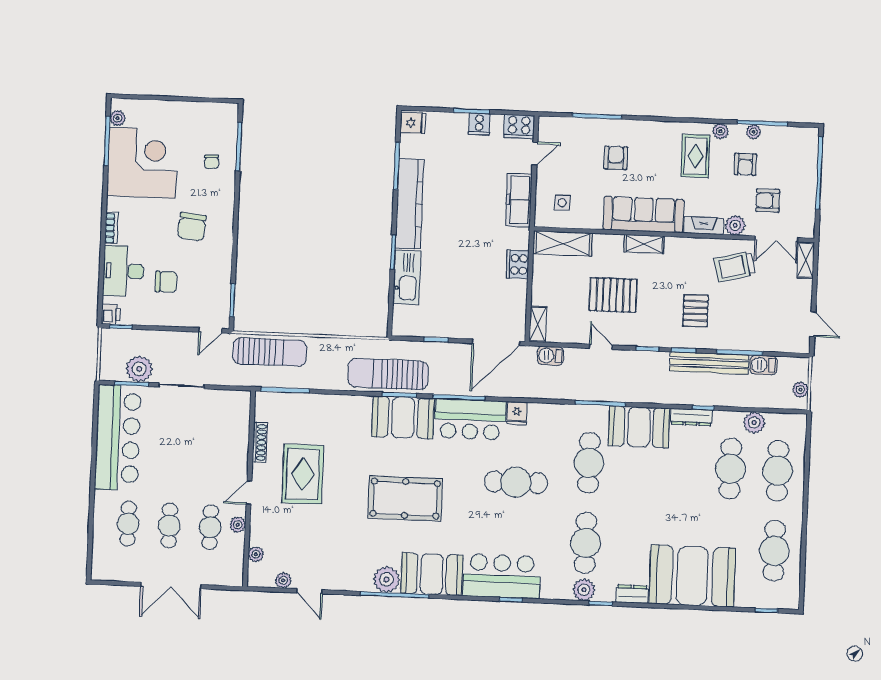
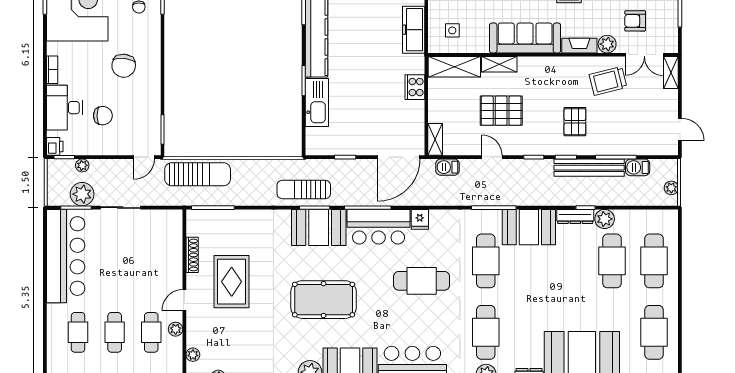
shelving: (644, 244) -> (499, 64), moved
plant: (141, 337) -> (82, 165), added
sun lounger: (388, 374) -> (304, 189), width x0.73, depth x0.75
plant: (754, 423) -> (605, 219), moved

